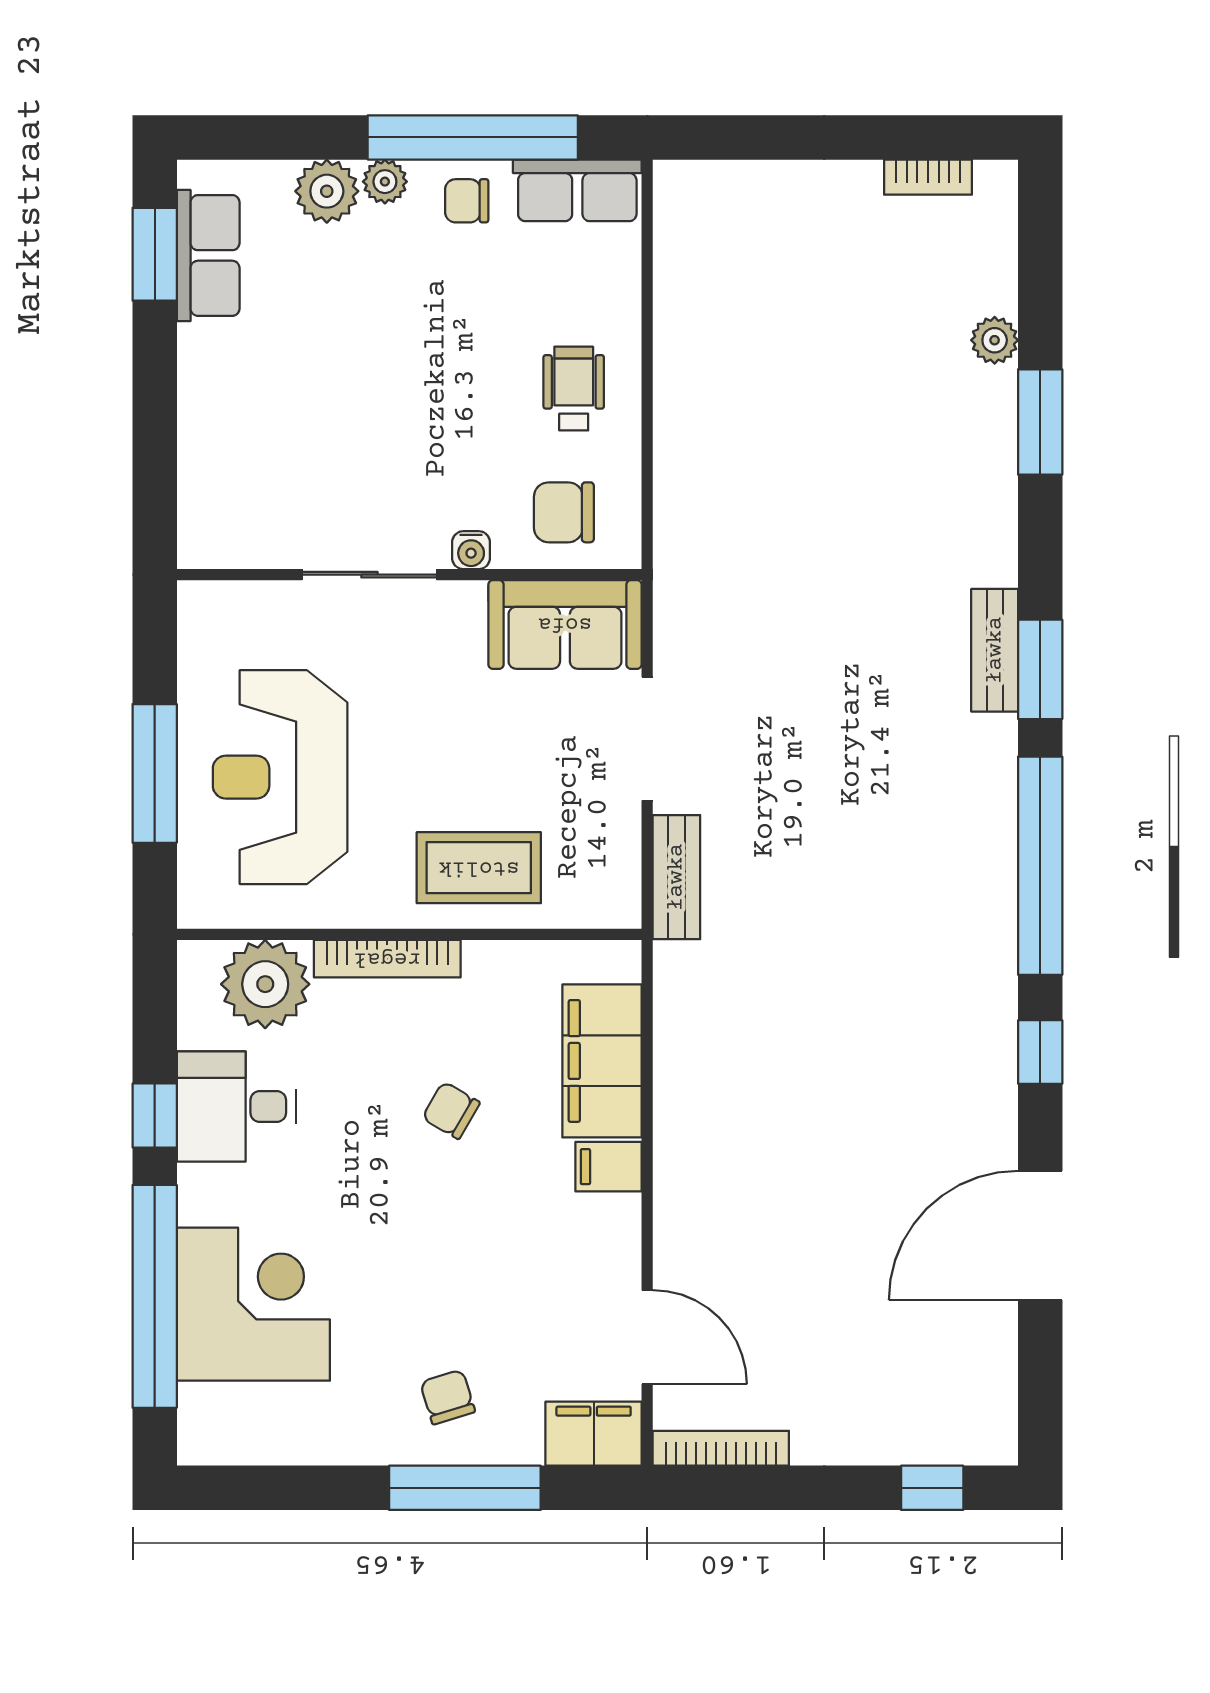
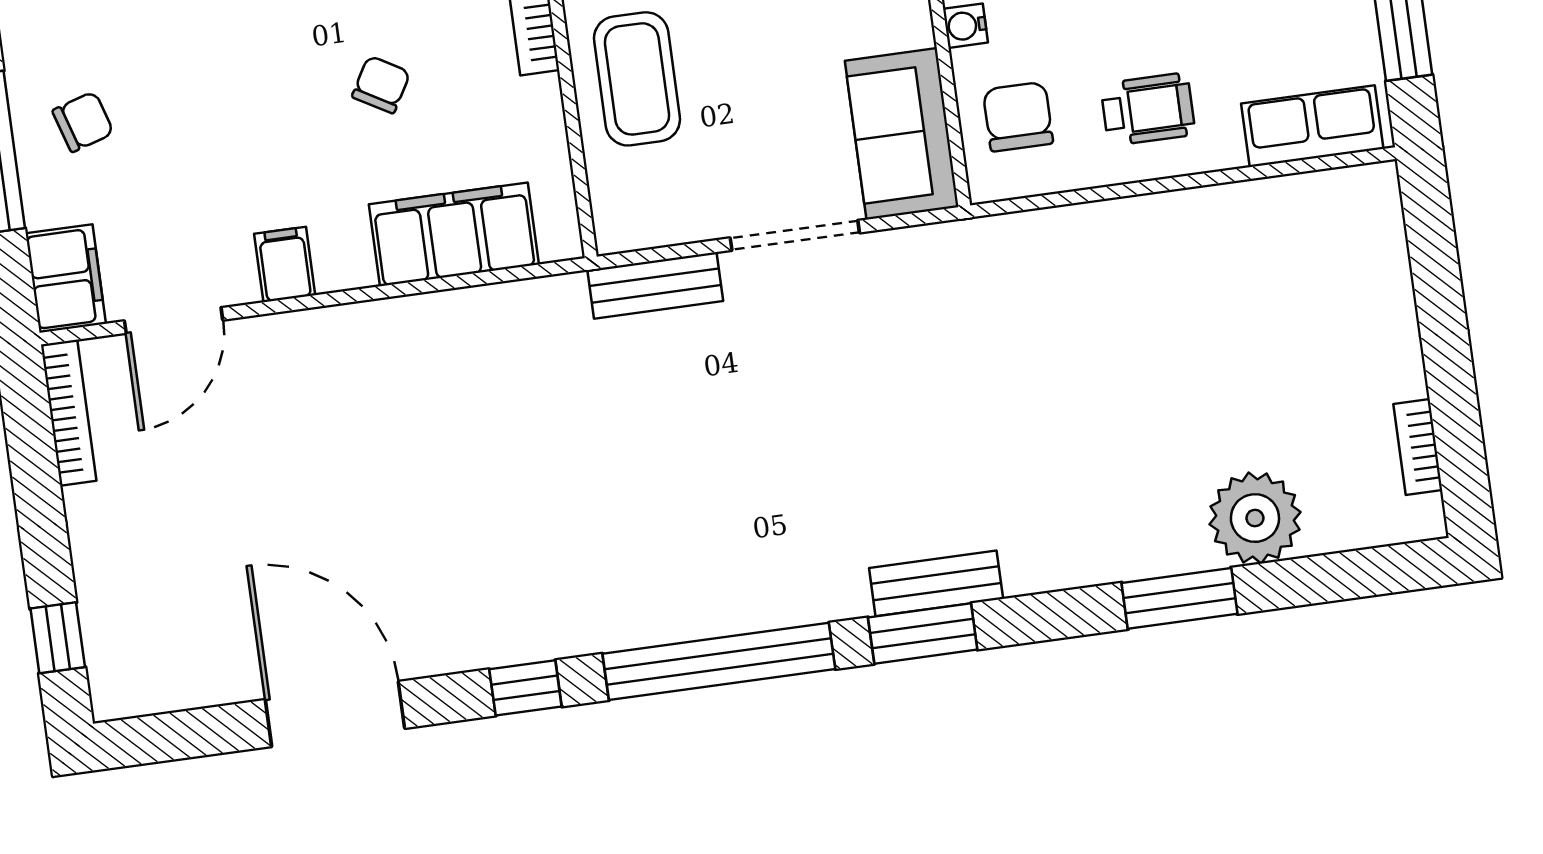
row of seats: (577, 190) -> (1312, 126), moved, turned 90
plant: (995, 340) -> (1255, 518), width x1.88, depth x1.88
filing cabinet: (609, 1167) -> (285, 264), moved

